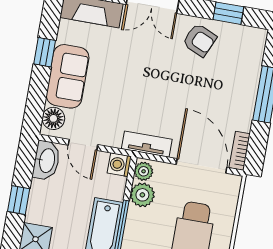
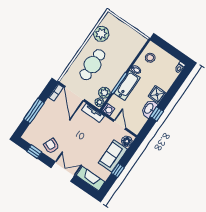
washbasin: (46, 160) -> (149, 109), moved

